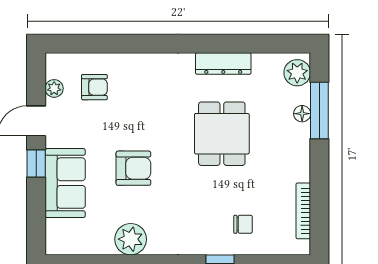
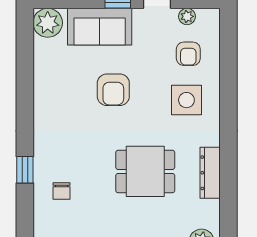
side table: (145, 89) -> (186, 100), added
plant: (131, 239) -> (48, 23), moved

